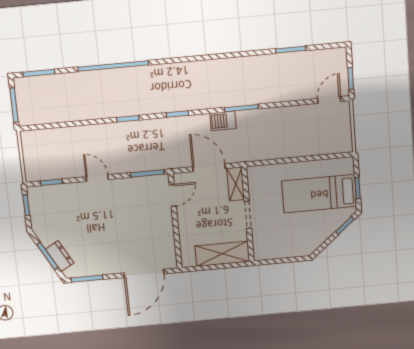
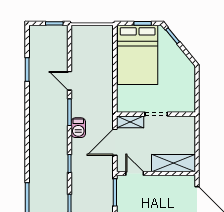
door: (329, 100) -> (70, 81), moved
bed: (319, 194) -> (138, 55), width x1.50
shelving: (222, 254) -> (173, 163), moved, turned 90

